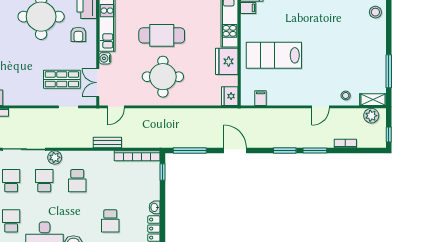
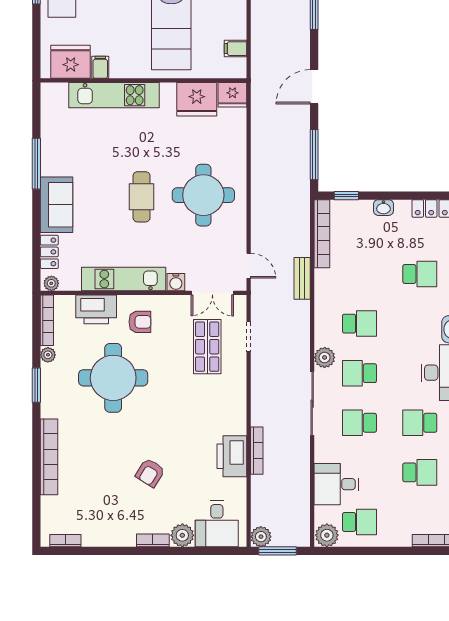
cafe table: (162, 35) -> (142, 197), width x0.73, depth x0.74
fridge: (227, 61) -> (197, 99), moved
washbasin: (155, 207) -> (383, 208), moved

